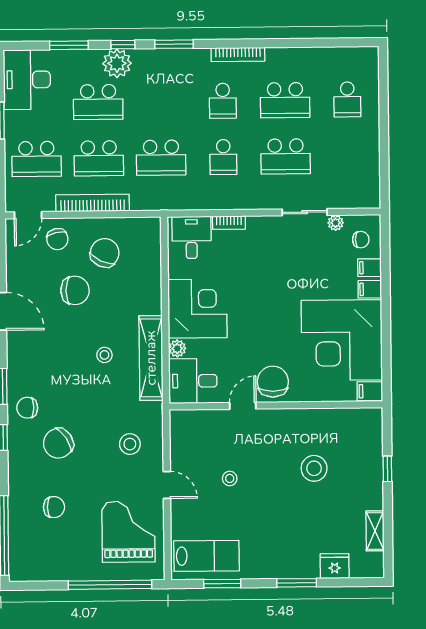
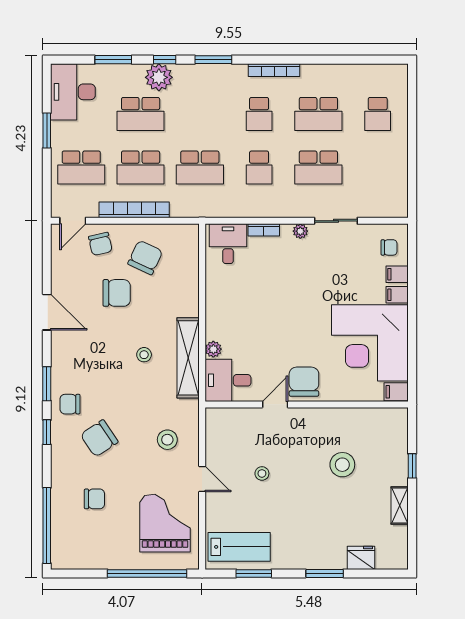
plant: (336, 223) -> (300, 231), moved
corner desk: (197, 309) -> (233, 311), removed
shelving: (375, 531) -> (400, 505), moved

